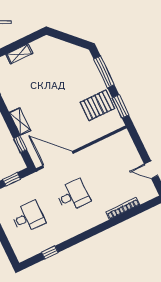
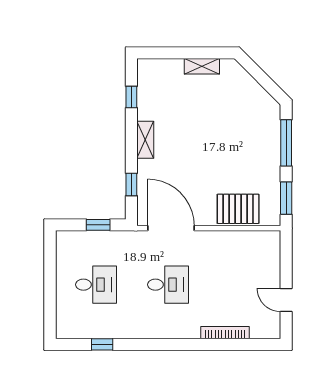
shelving: (19, 54) -> (202, 66), moved
pallet: (97, 105) -> (238, 209), moved
shelving: (20, 121) -> (145, 140), moved

